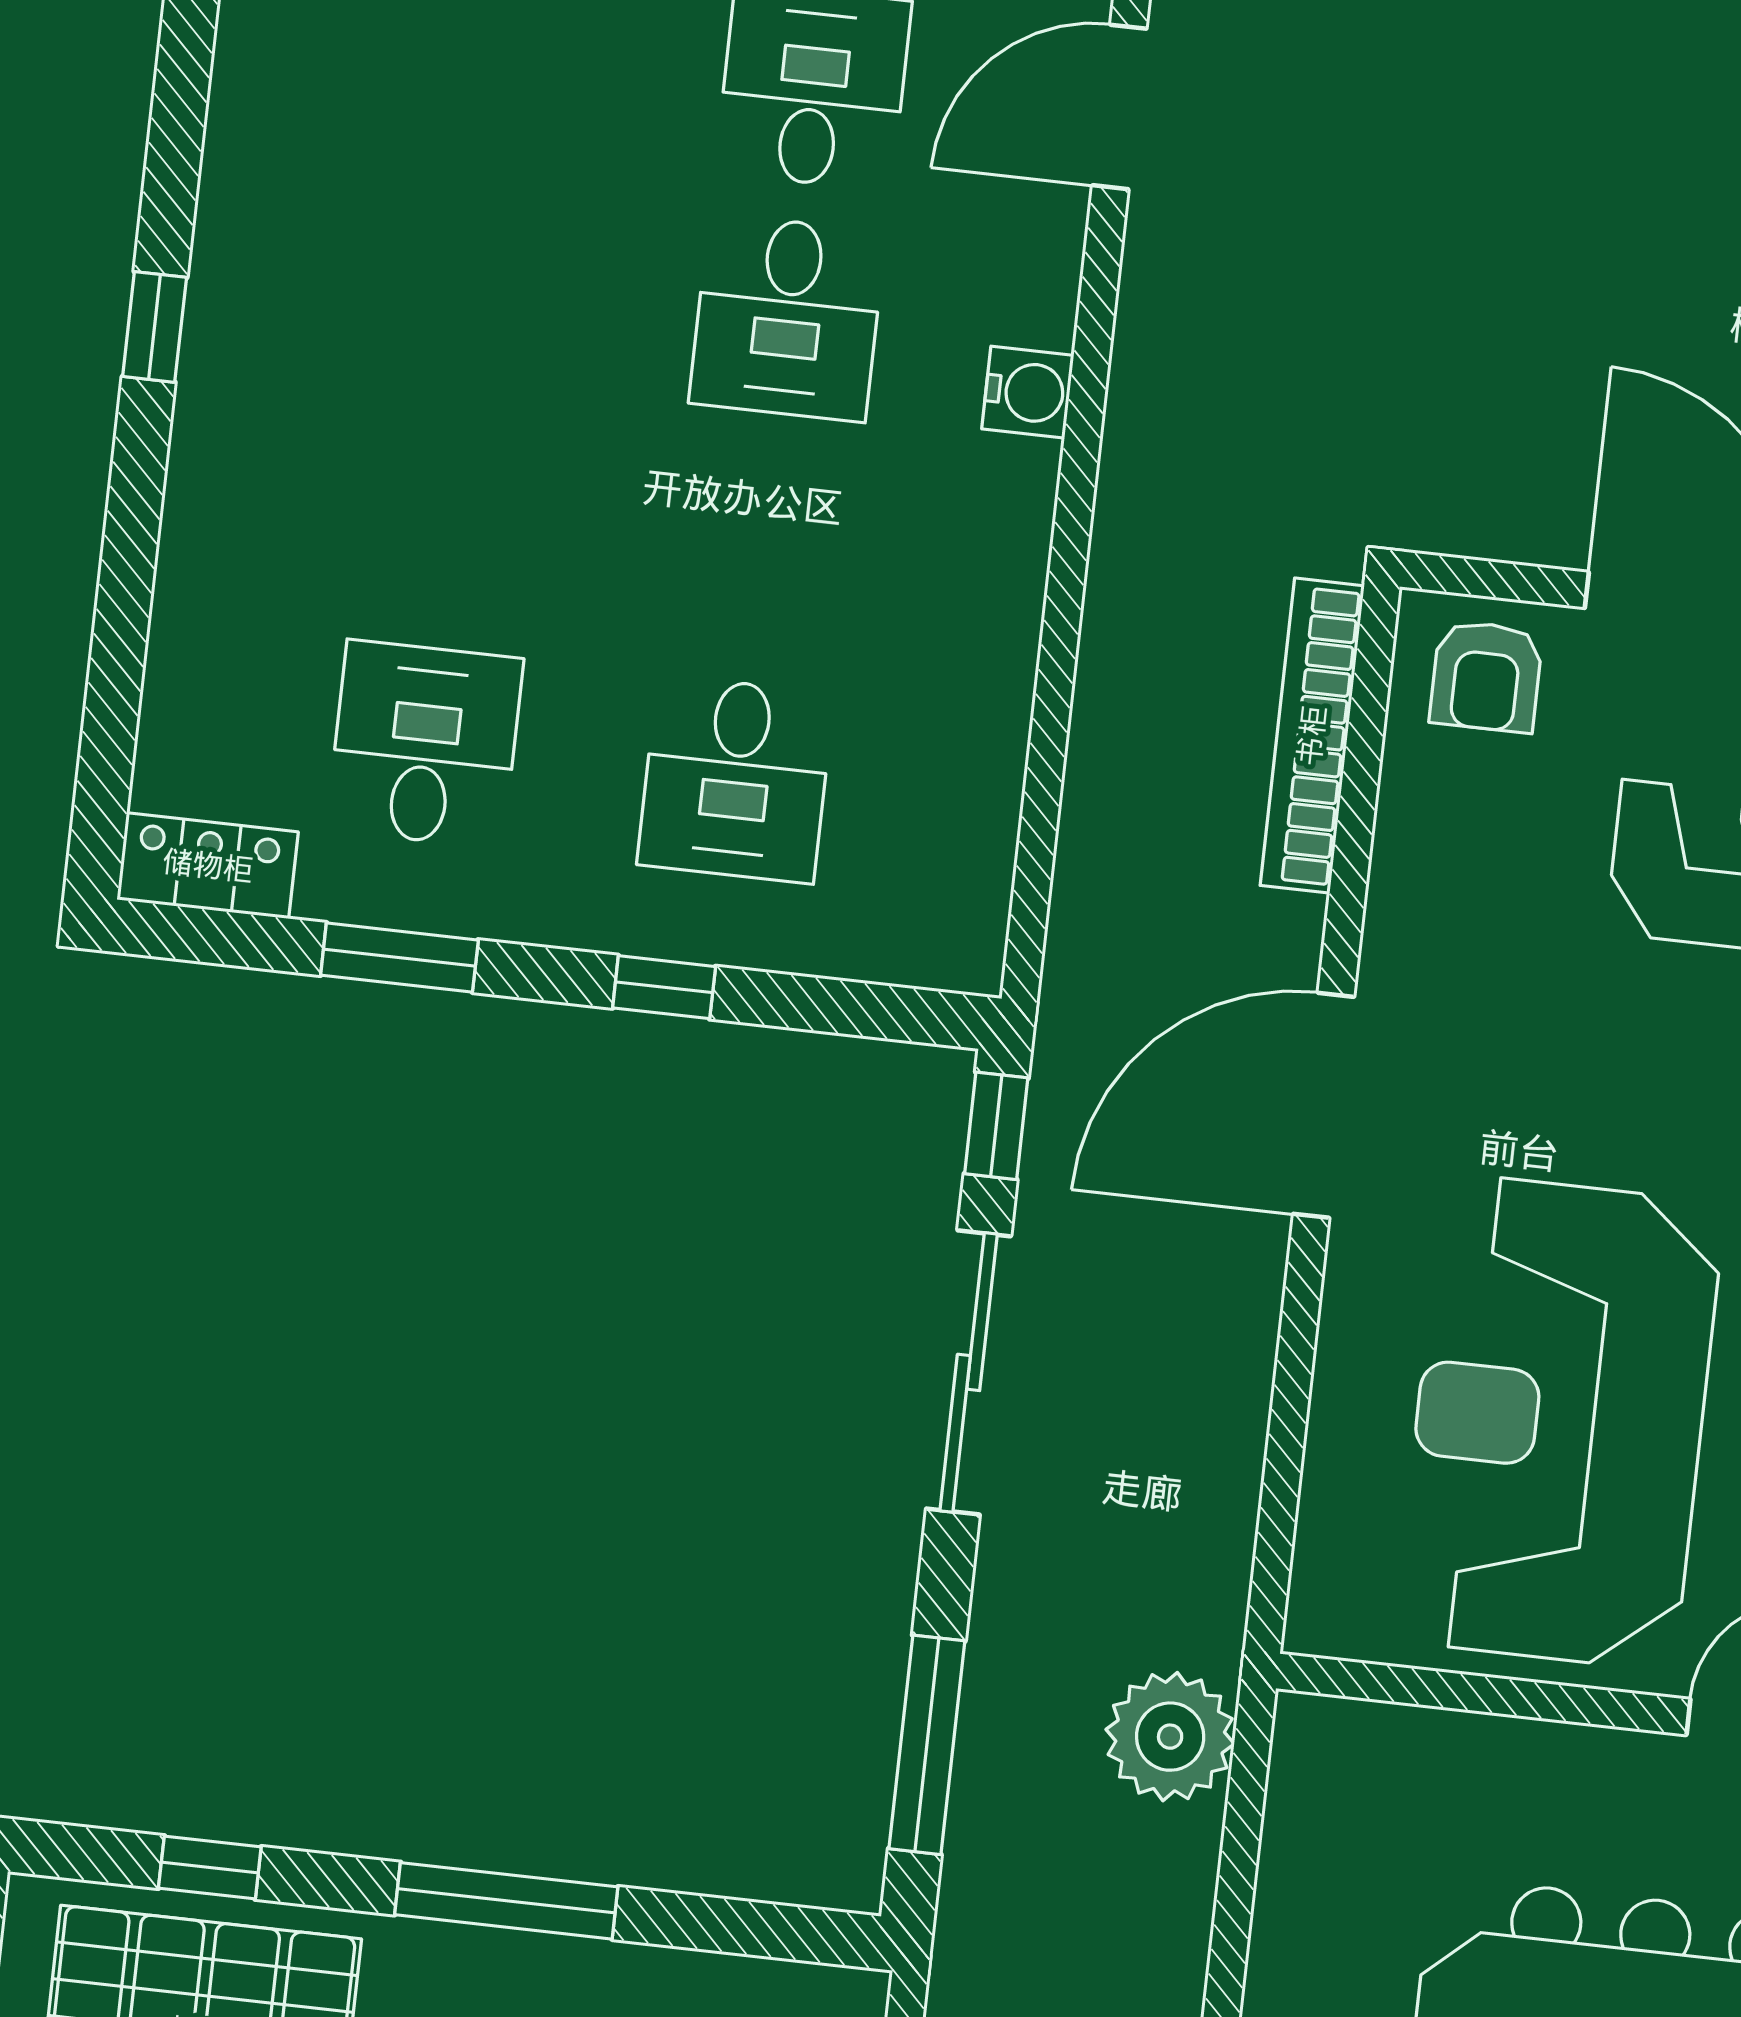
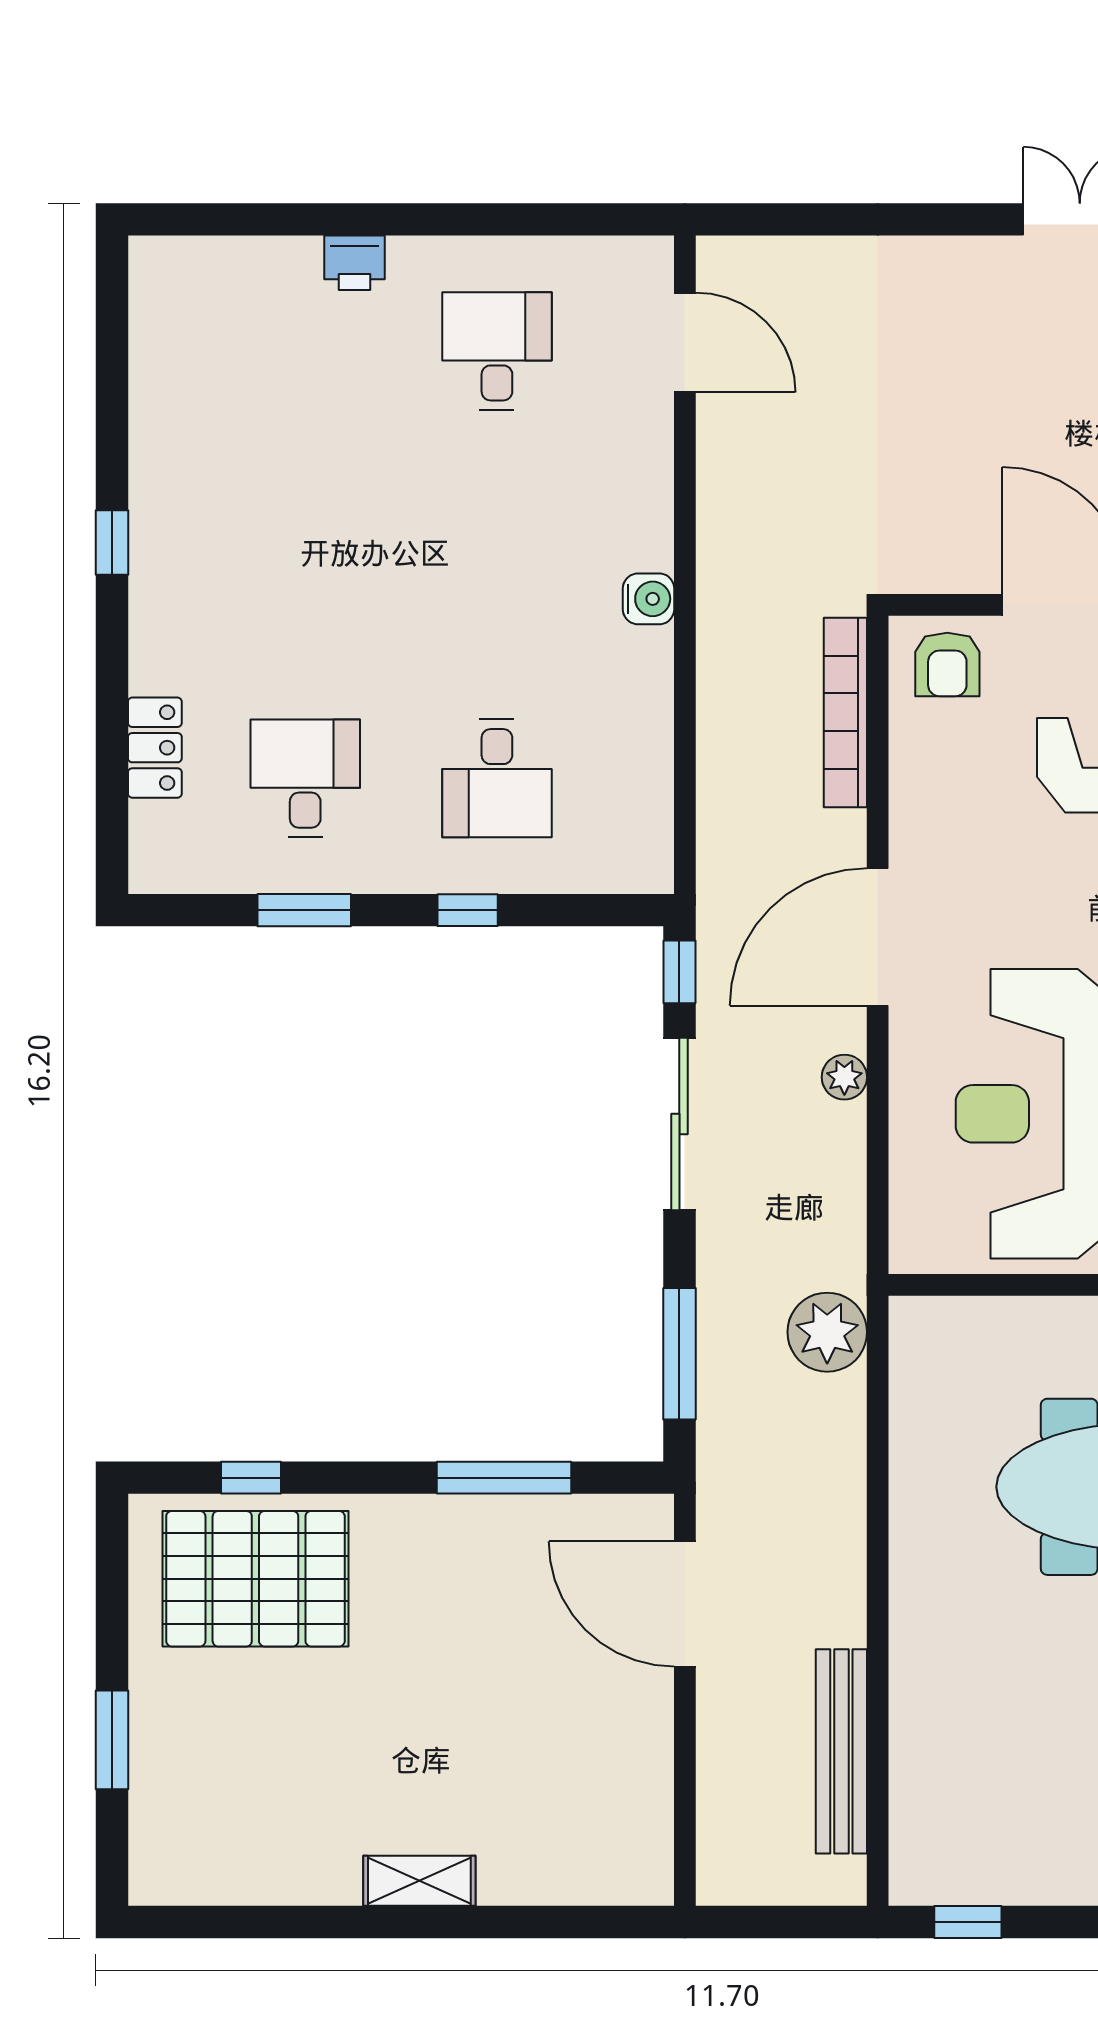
door: (1119, 107) -> (685, 342), swing flipped
desk: (787, 318) -> (497, 494), removed
water cooler: (1028, 392) -> (649, 599), moved
locker: (208, 866) -> (155, 748), moved, turned 90
plant: (1244, 1326) -> (844, 1077), added
window: (506, 1901) -> (504, 1478), moved

